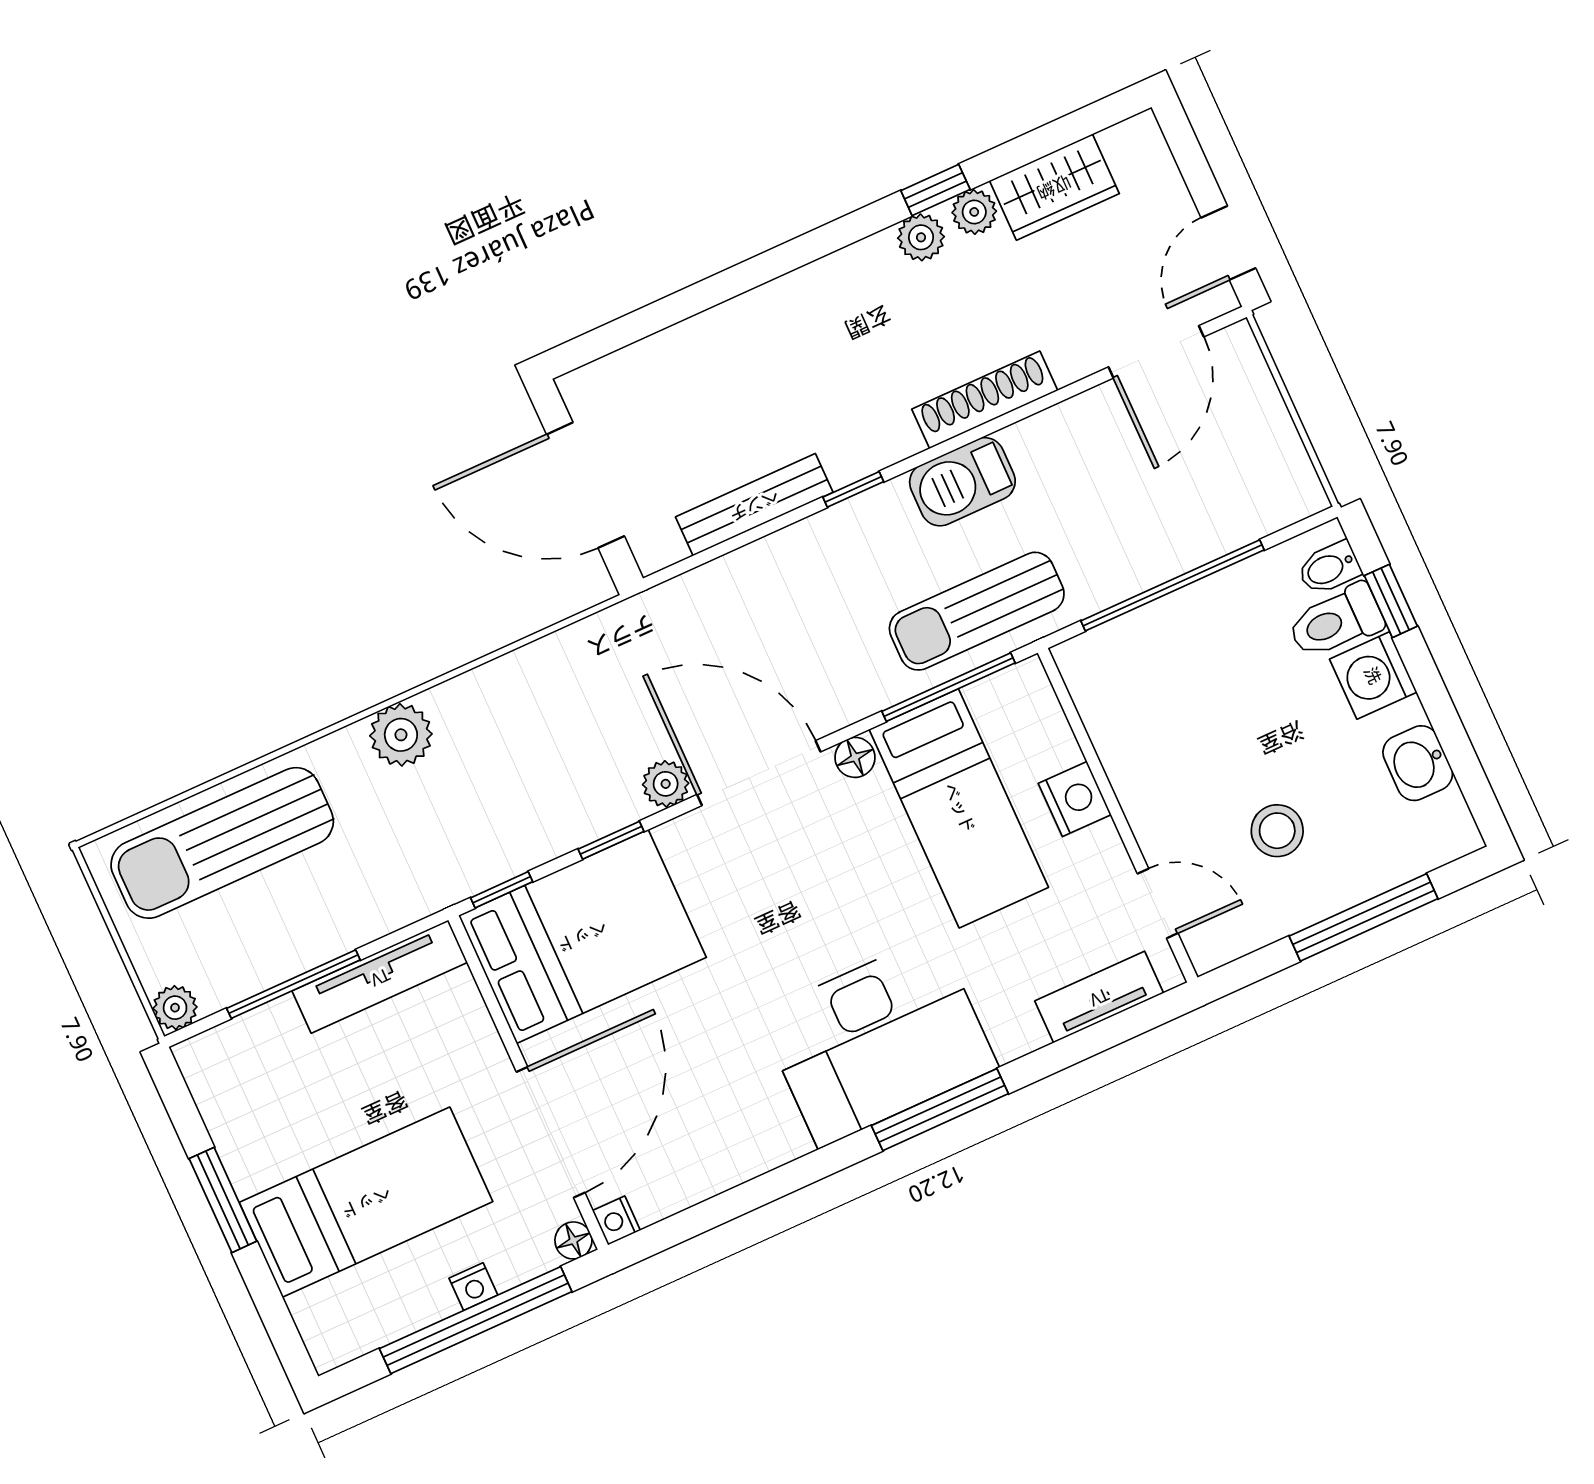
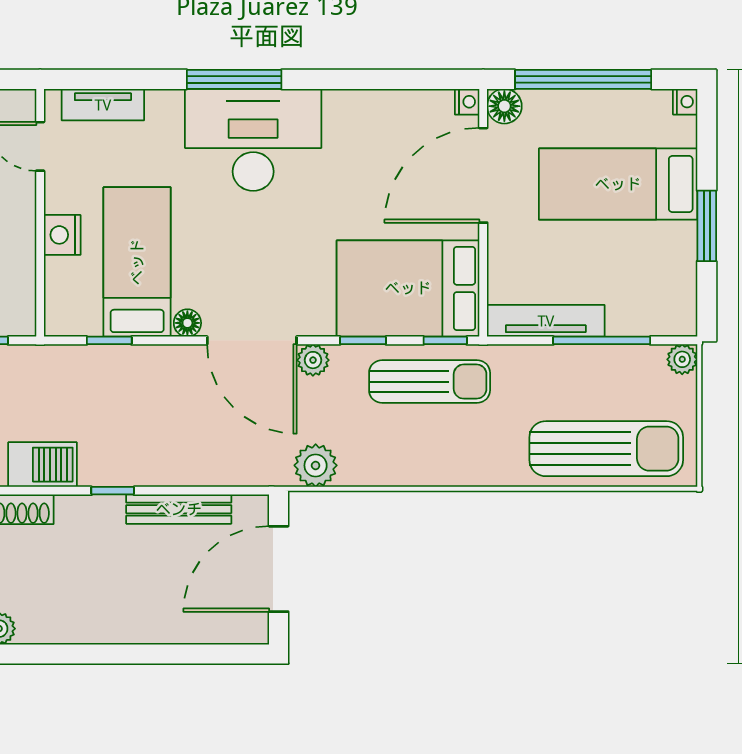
door: (585, 485) -> (279, 569), swing flipped
sun lounger: (977, 611) -> (430, 382), moved
window: (949, 687) -> (109, 340), width x0.46
plant: (401, 735) -> (316, 465), moved
floor lamp: (573, 1240) -> (504, 106), width x1.37, depth x1.37
nightstand: (473, 1287) -> (685, 102), moved, turned 90

